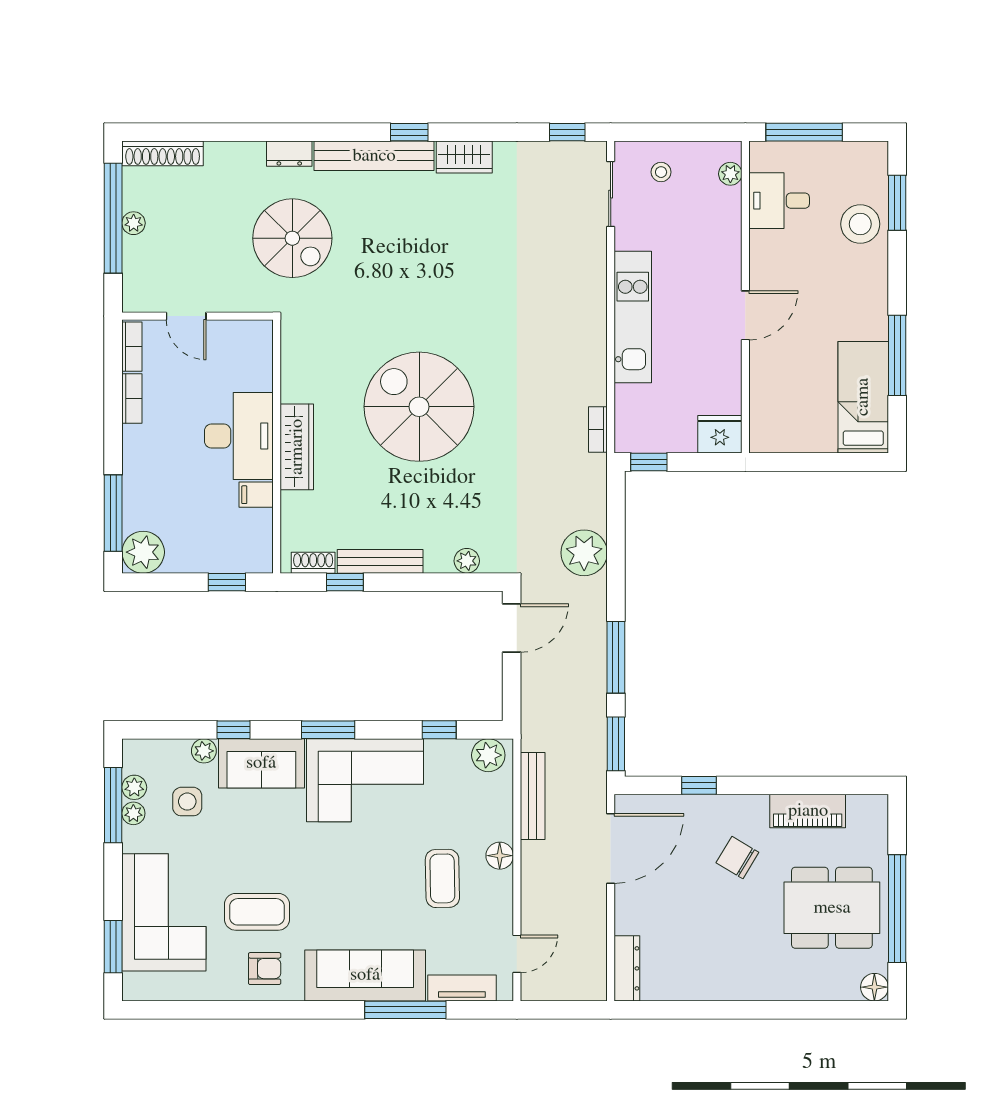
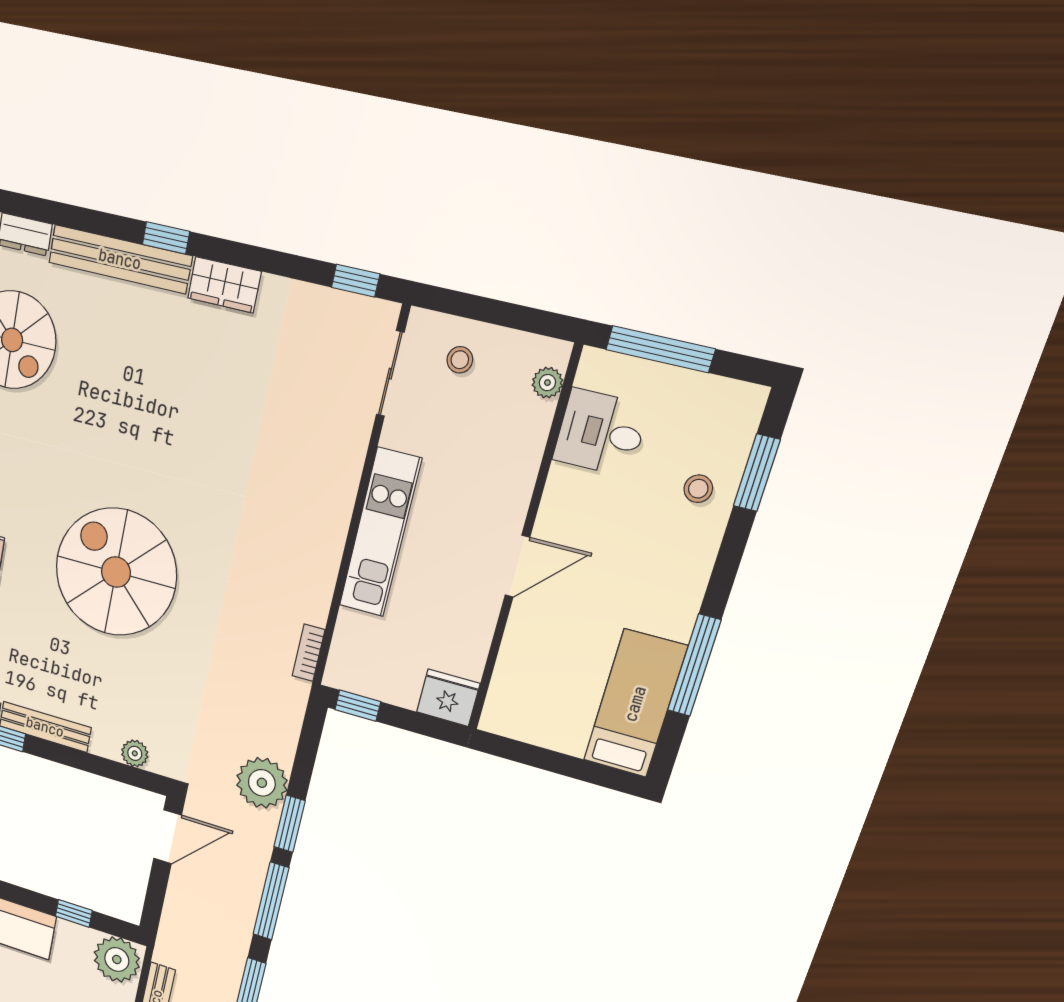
stool: (860, 224) -> (698, 489), width x0.53, depth x0.53
window: (616, 582) -> (289, 824), added
plant: (488, 755) -> (117, 959), width x1.36, depth x1.36

